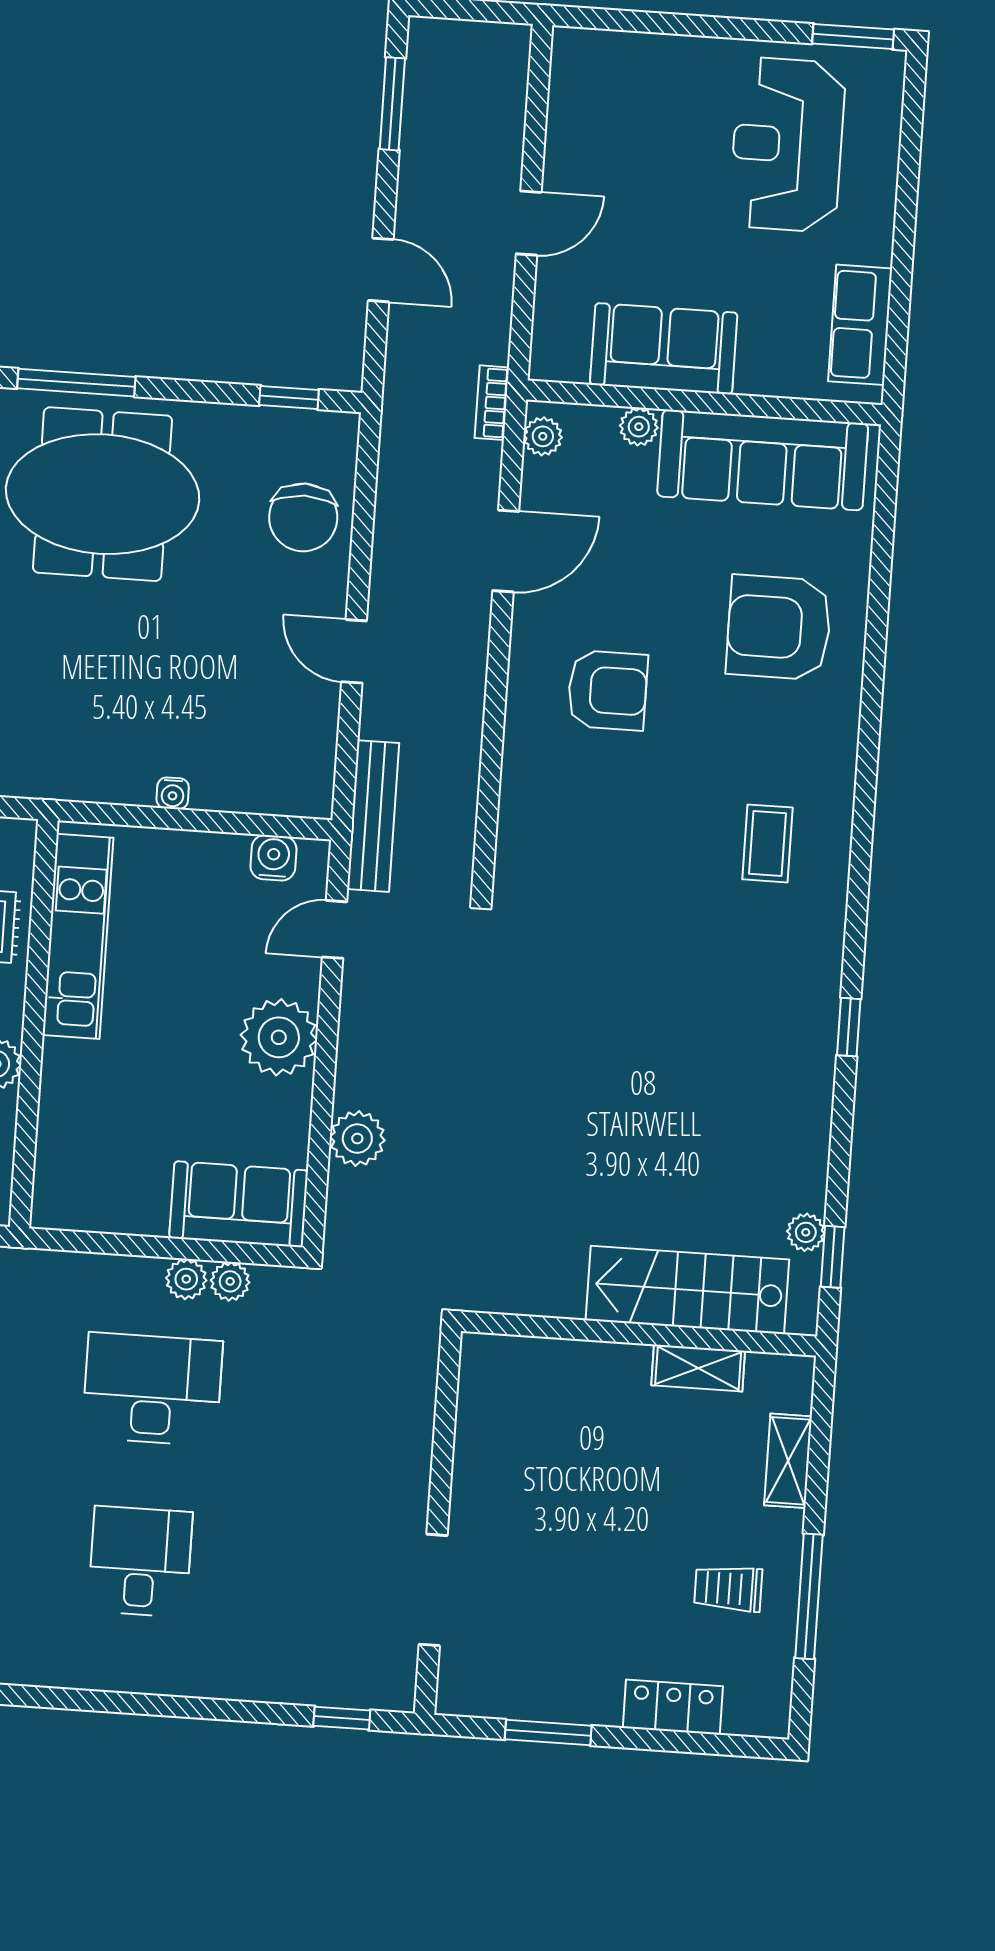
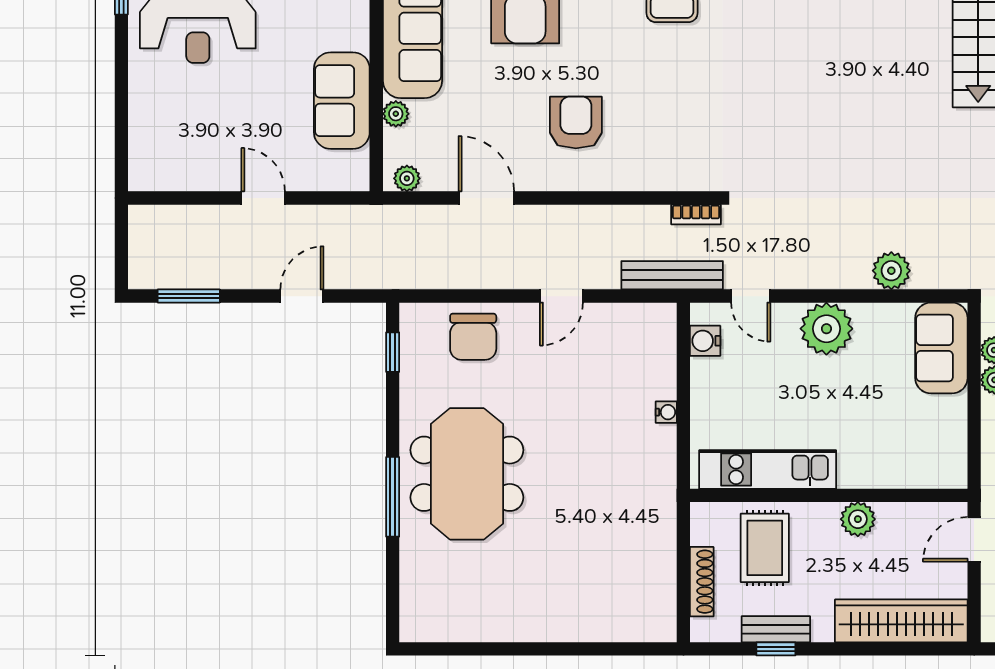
bookcase: (492, 403) -> (696, 214), moved
chair: (303, 517) -> (473, 337), turned 90

